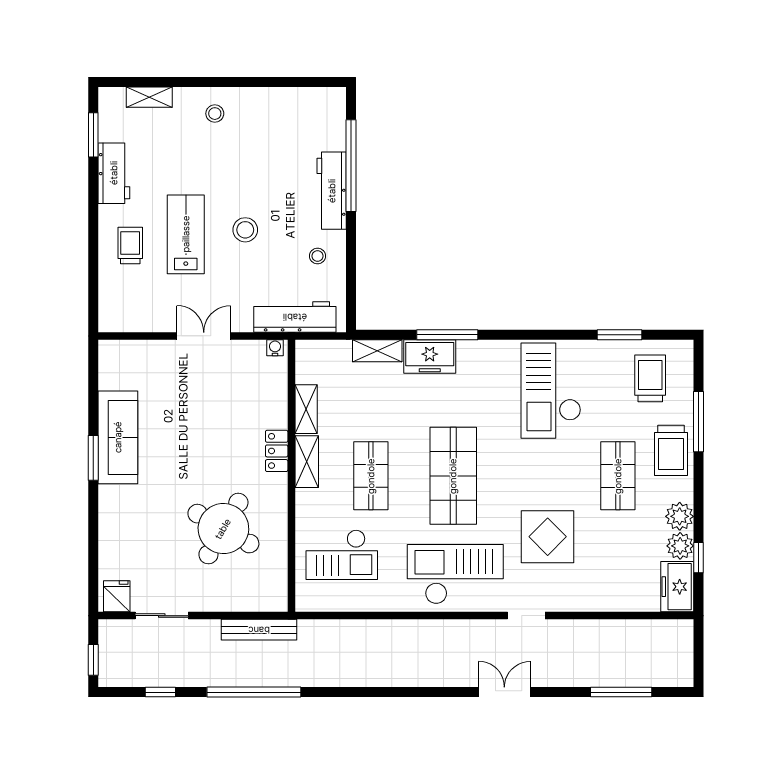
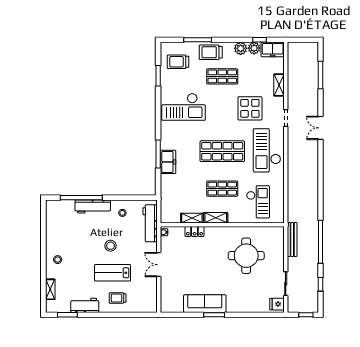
shelving: (377, 351) -> (279, 85), moved
trolley: (671, 450) -> (211, 52), turned 180
locker: (277, 451) -> (195, 231), moved
round table: (223, 529) -> (246, 256), turned -30

